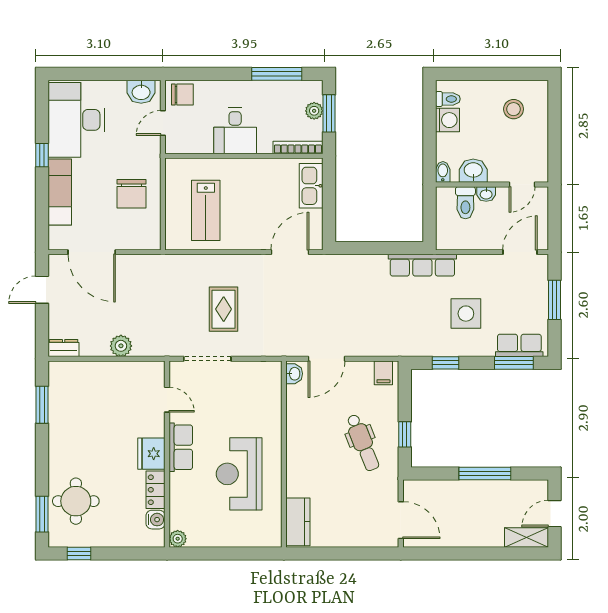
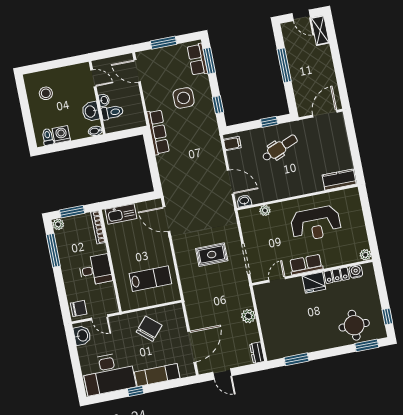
chair: (182, 95) -> (79, 309), turned 90
plant: (314, 111) -> (58, 224), moved
chair: (131, 194) -> (149, 329), turned -49
plant: (274, 402) -> (265, 210), added

